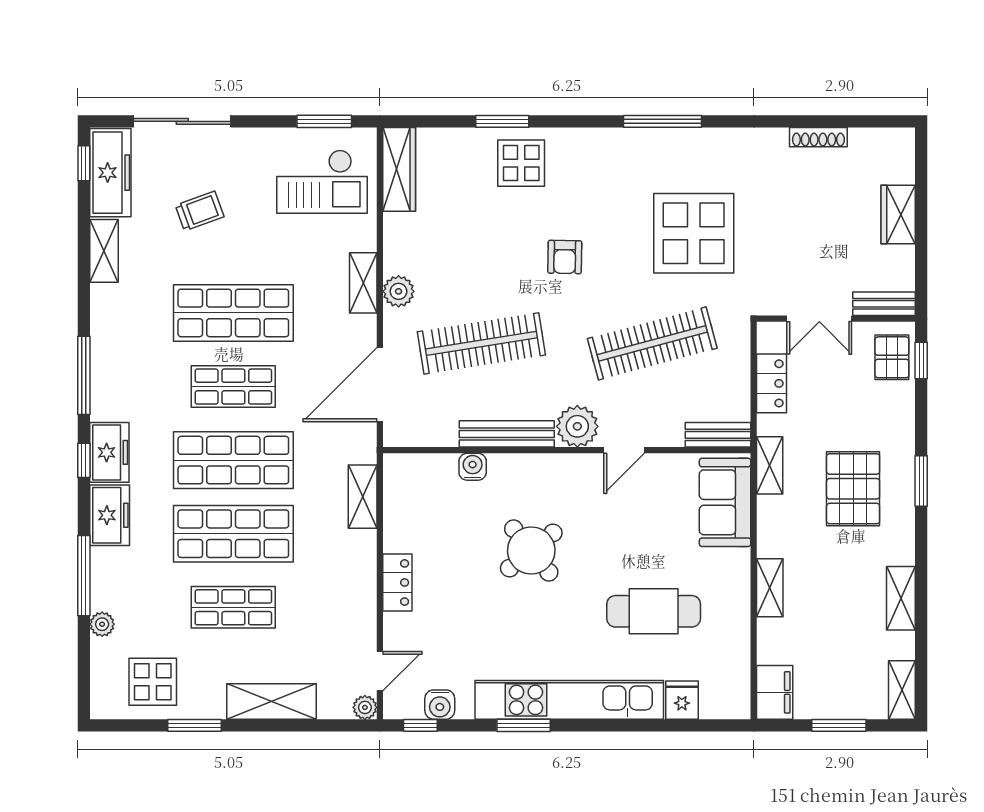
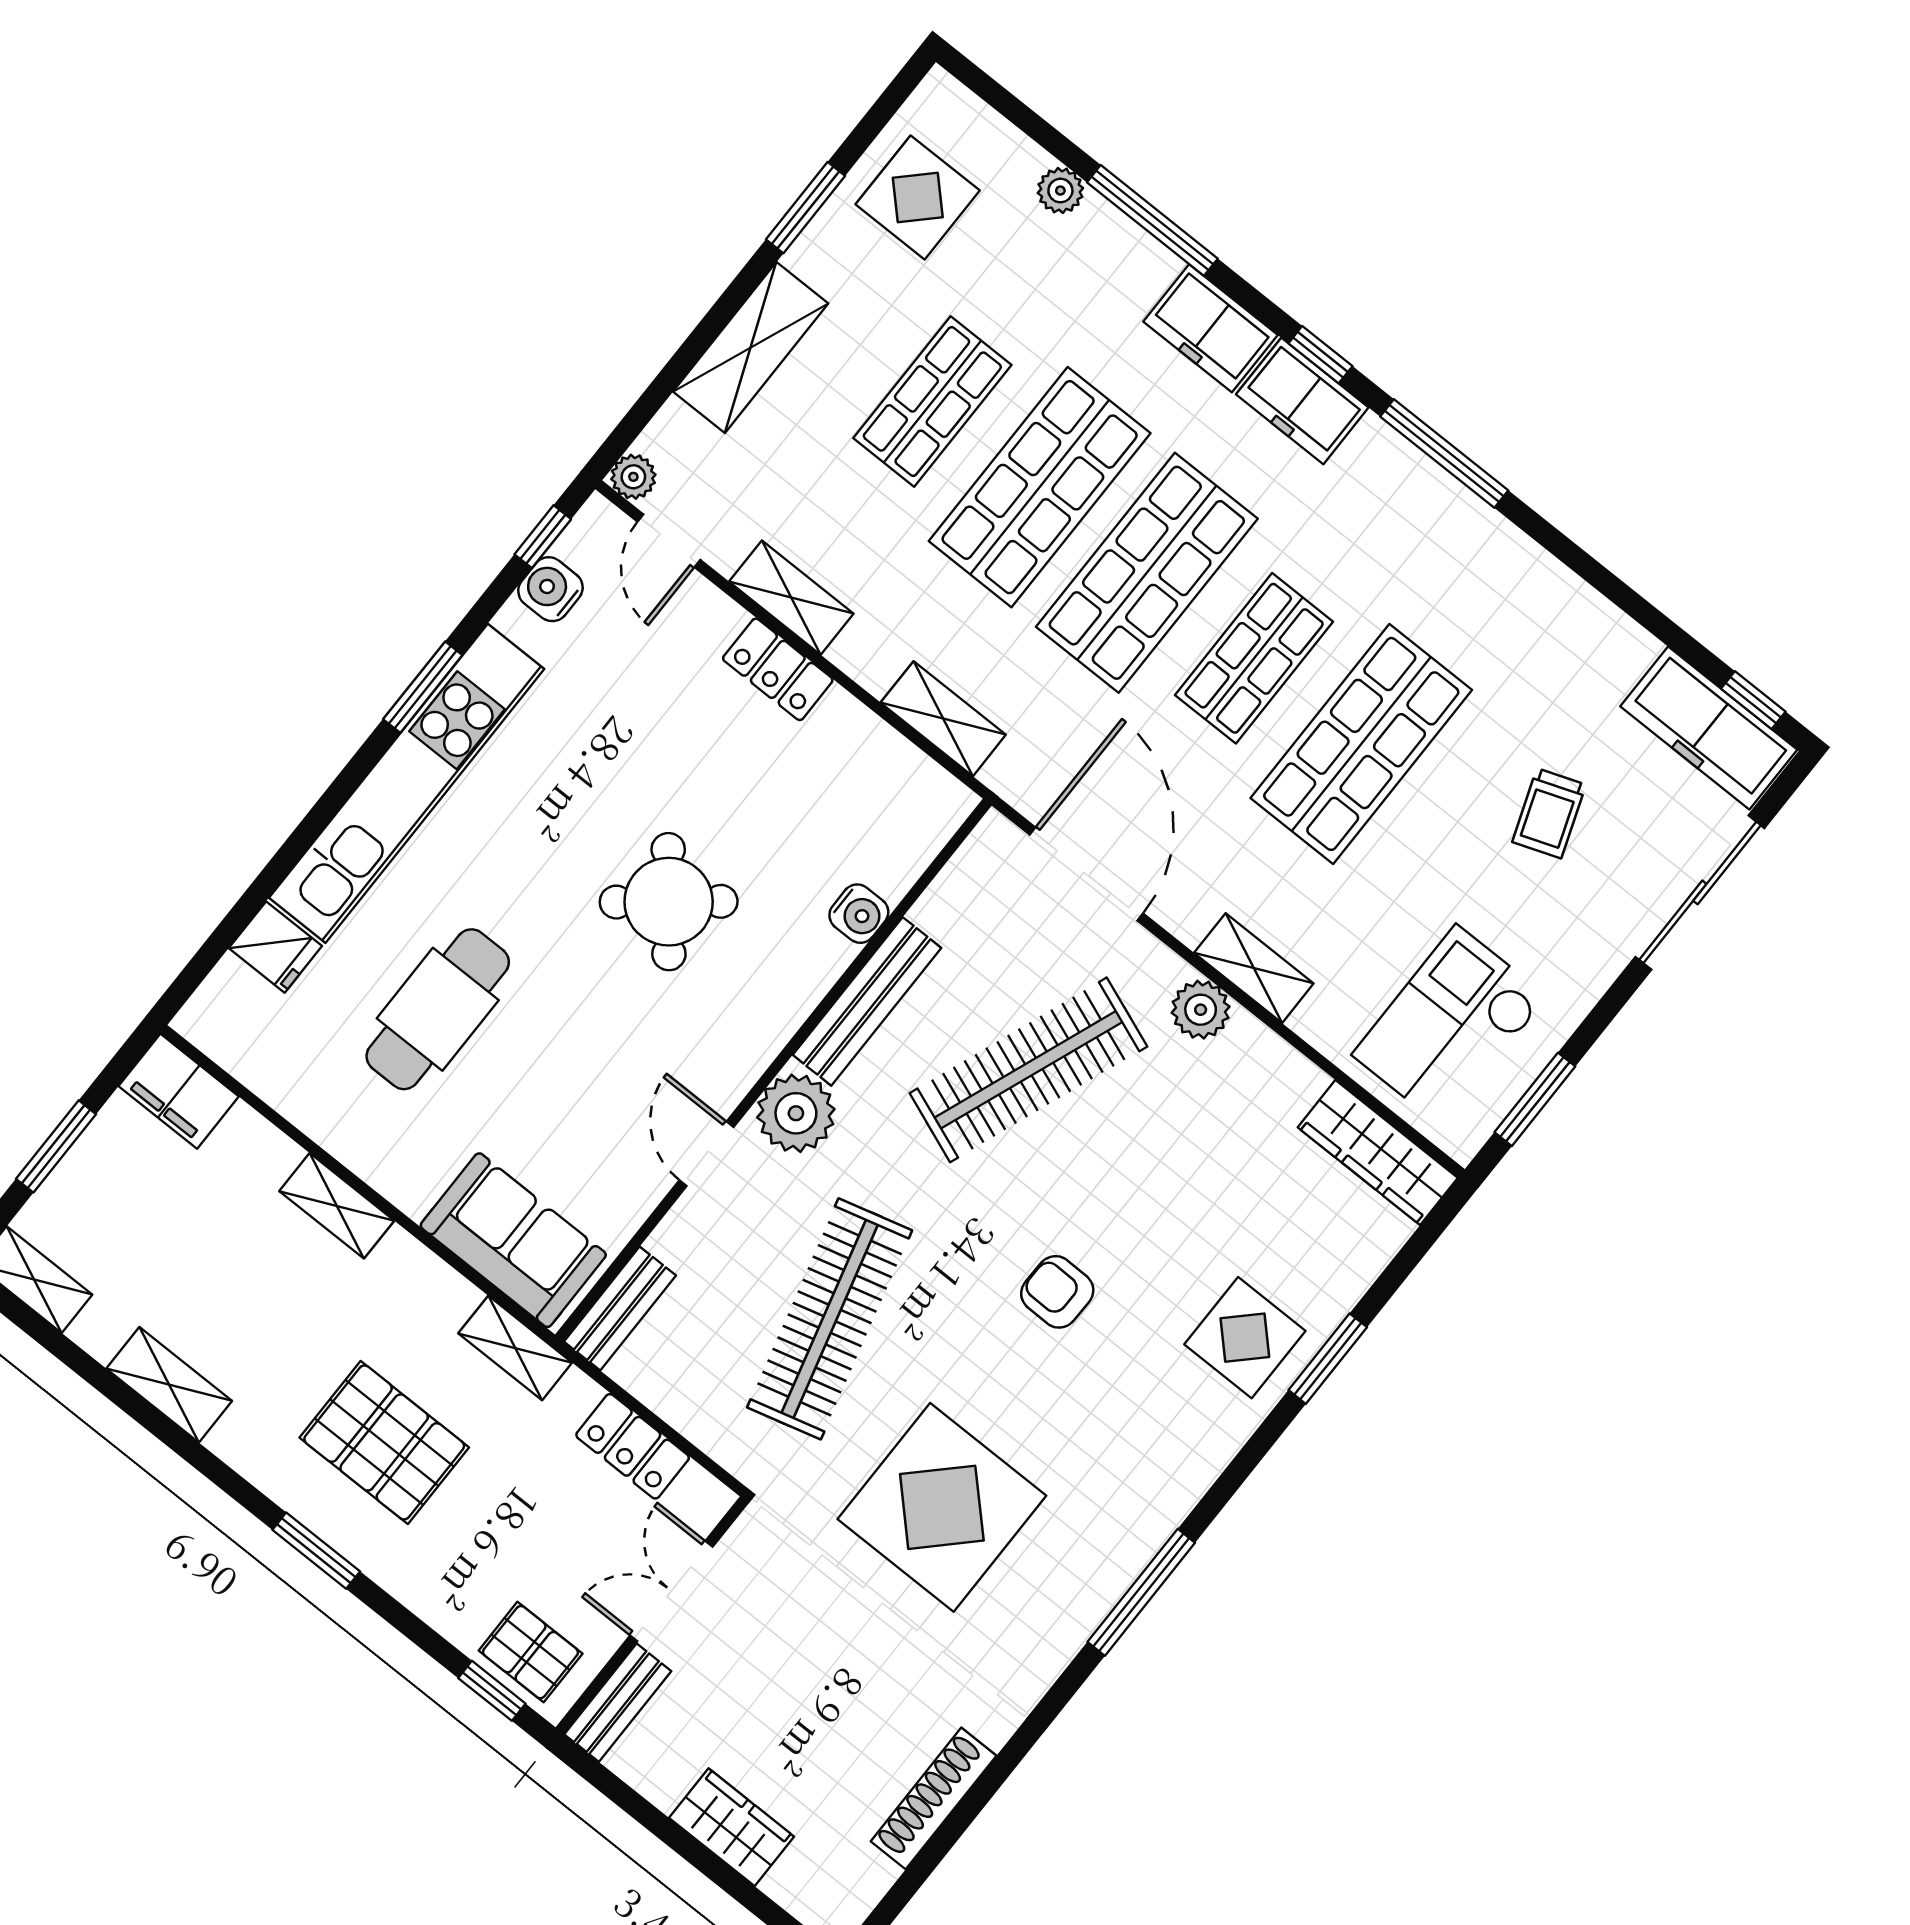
shoe rack: (818, 137) -> (934, 1798), width x1.36, depth x1.24
shelving: (104, 251) -> (791, 598), moved
clothes rail: (481, 343) -> (1028, 1070), turned 30

